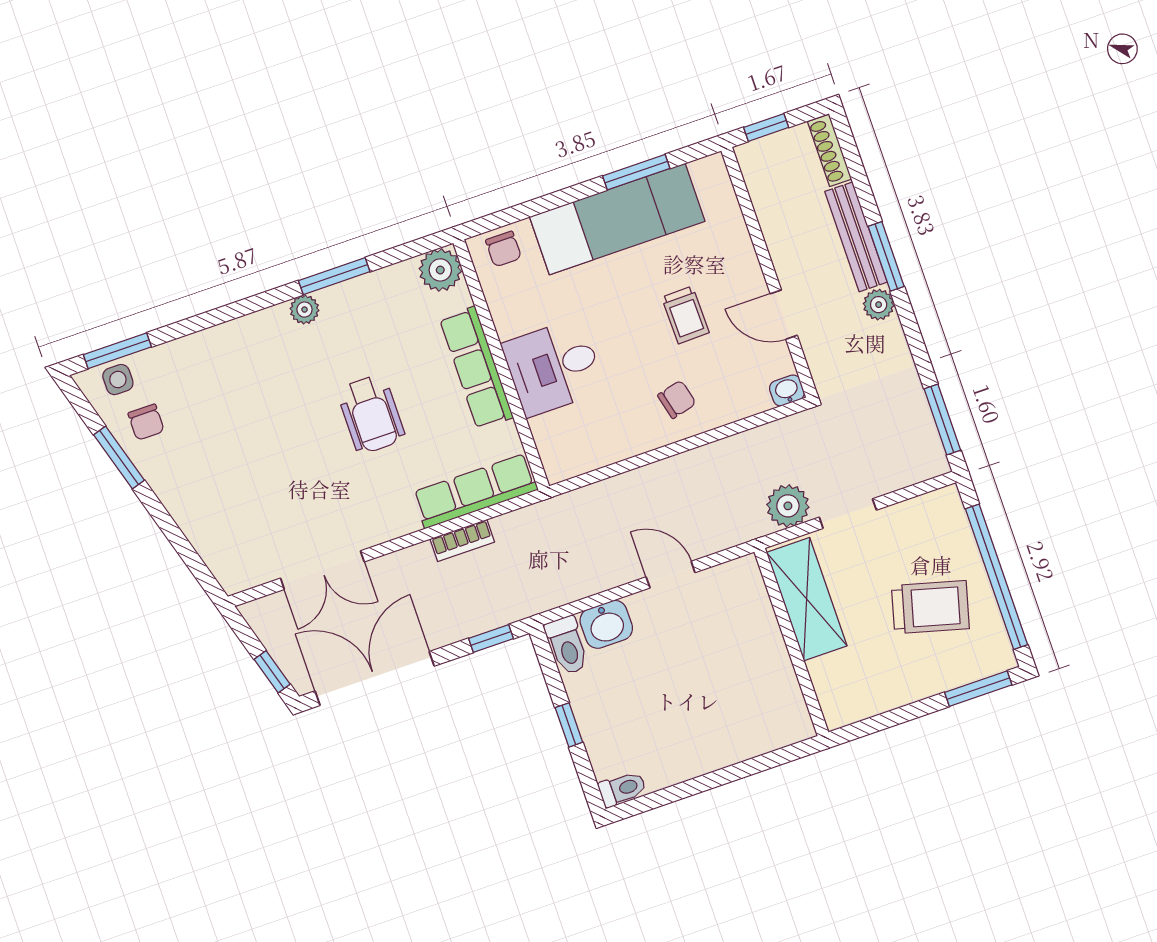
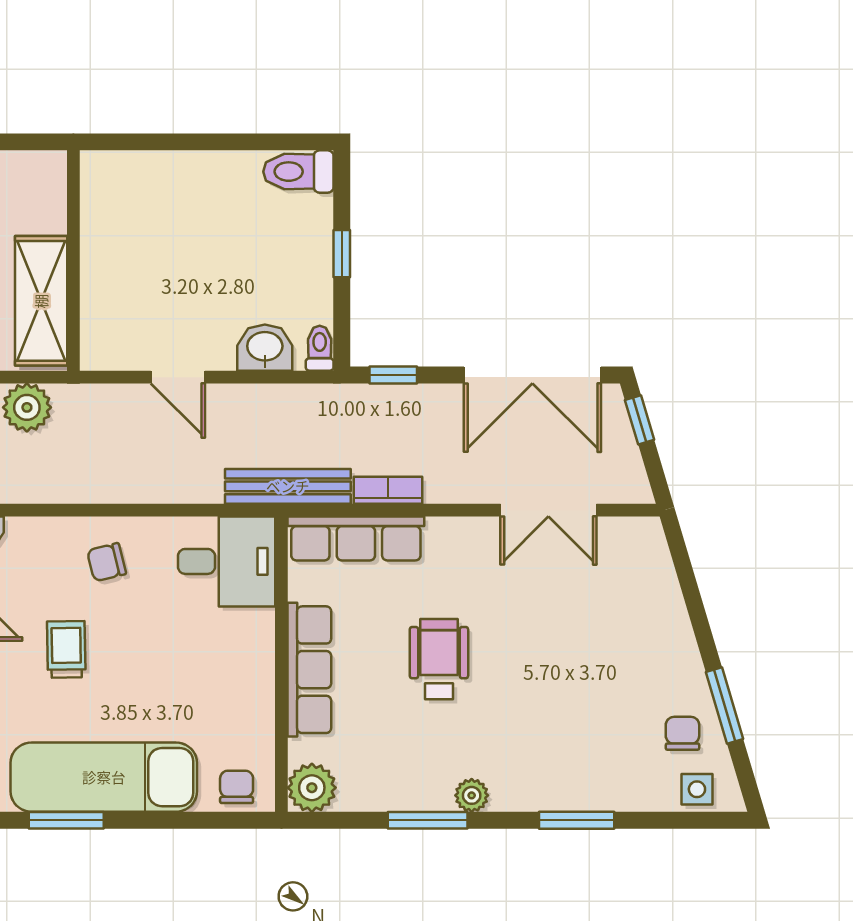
window: (117, 351) -> (577, 820), moved
desk: (553, 367) -> (227, 561), moved
bench: (547, 515) -> (288, 486), added
double door: (322, 570) -> (548, 510), swing flipped
toilet: (567, 645) -> (320, 348), width x0.73, depth x0.72
toilet: (622, 789) -> (298, 172), width x1.37, depth x1.39

